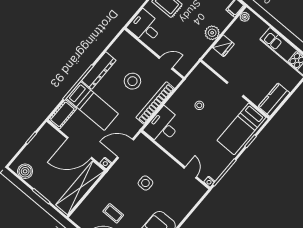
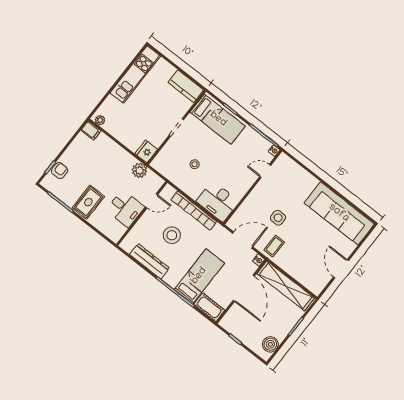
desk: (145, 27) -> (125, 209), moved, turned -90
plant: (212, 33) -> (140, 170), moved
fridge: (223, 46) -> (146, 151), moved, turned -90
door: (166, 63) -> (152, 201), swing flipped
dresser: (99, 70) -> (149, 261), moved
door: (125, 148) -> (243, 240), swing flipped
coffee table: (113, 213) -> (274, 246), moved

